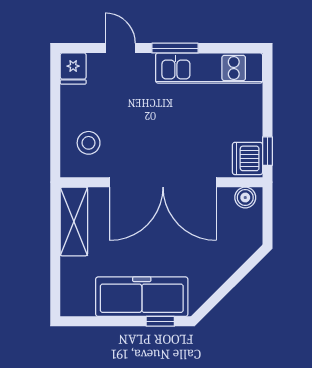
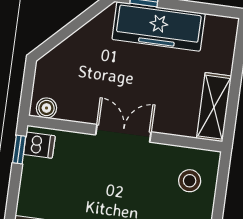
dishwasher: (247, 158) -> (39, 145), width x0.73
double door: (163, 182) -> (123, 133), width x0.54

